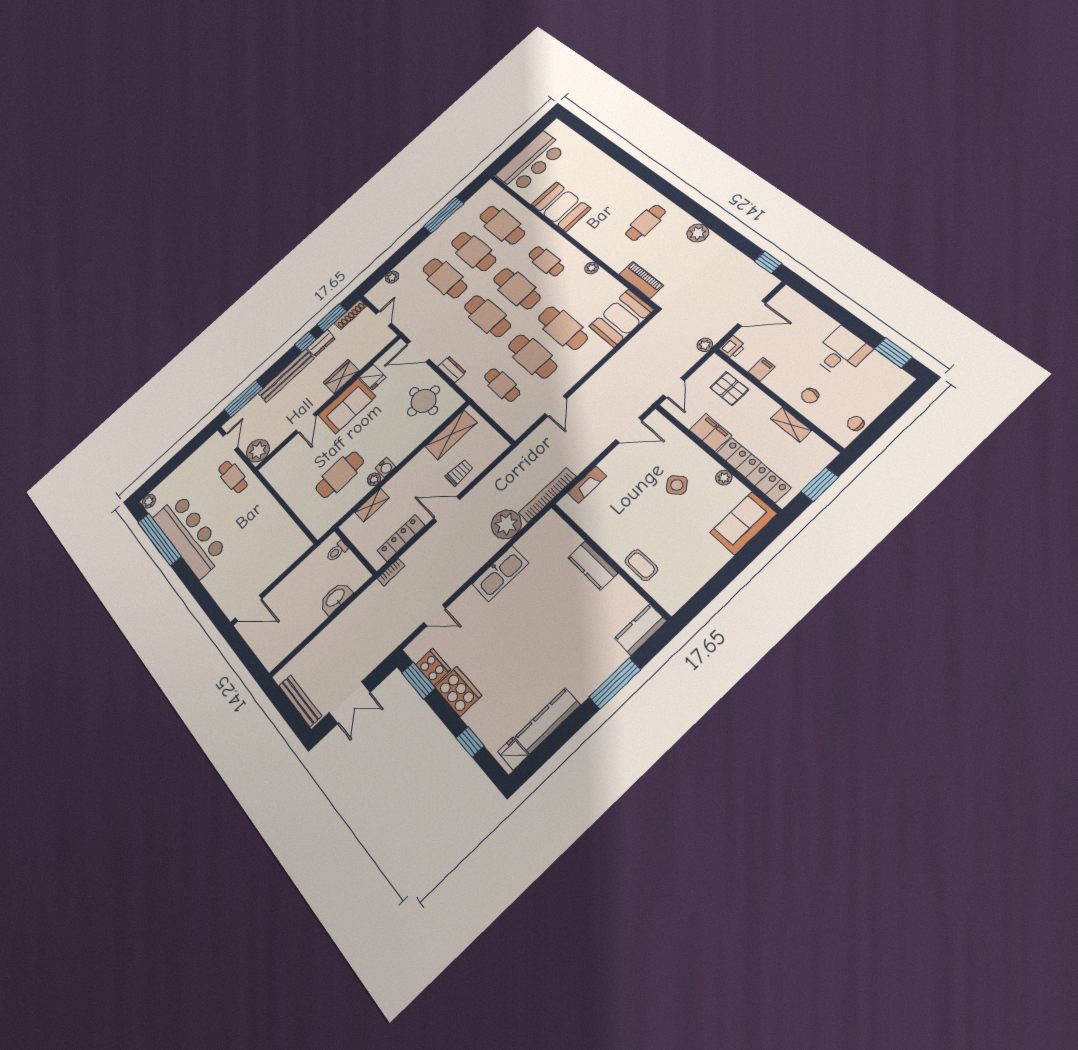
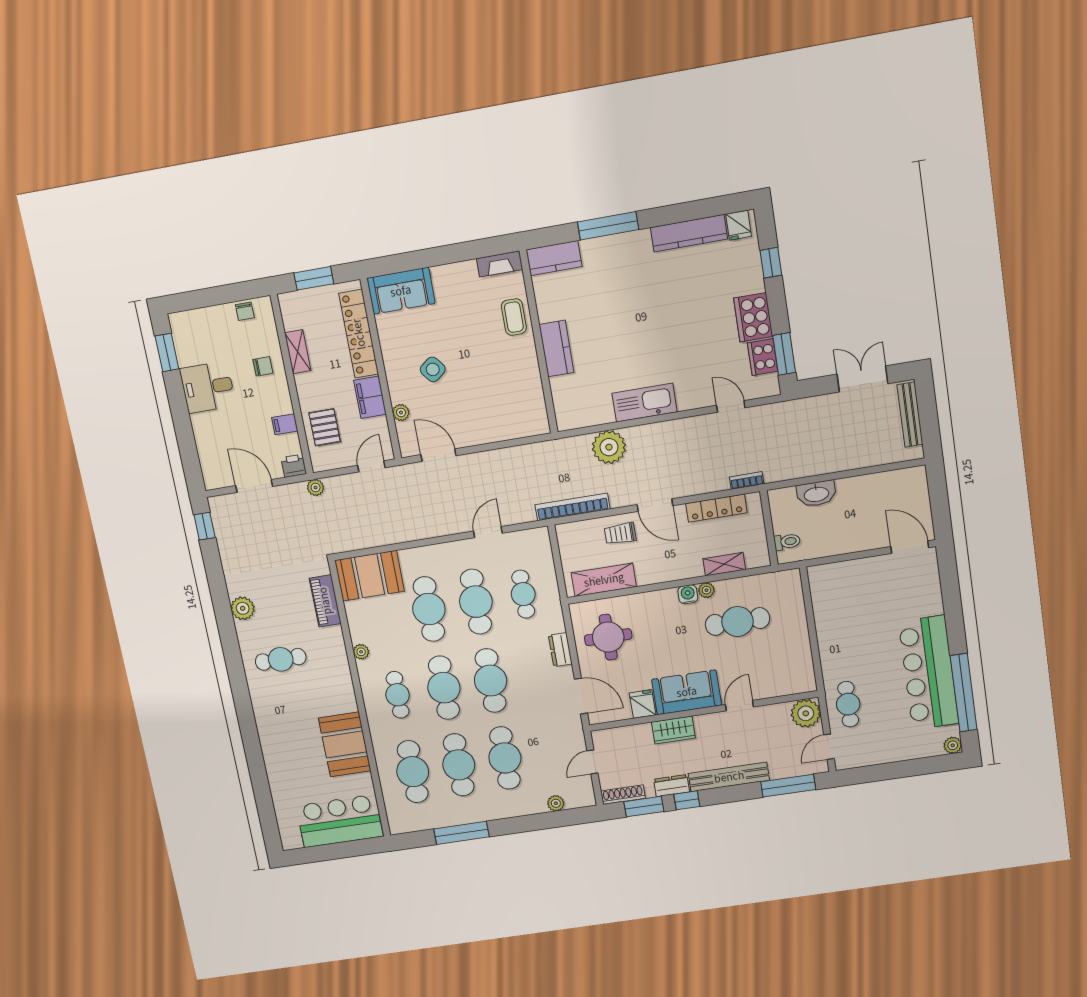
plant: (724, 478) -> (401, 413), moved
fireplace: (587, 485) -> (500, 264), moved, turned 180
bookcase: (548, 495) -> (572, 507), moved, turned 180

